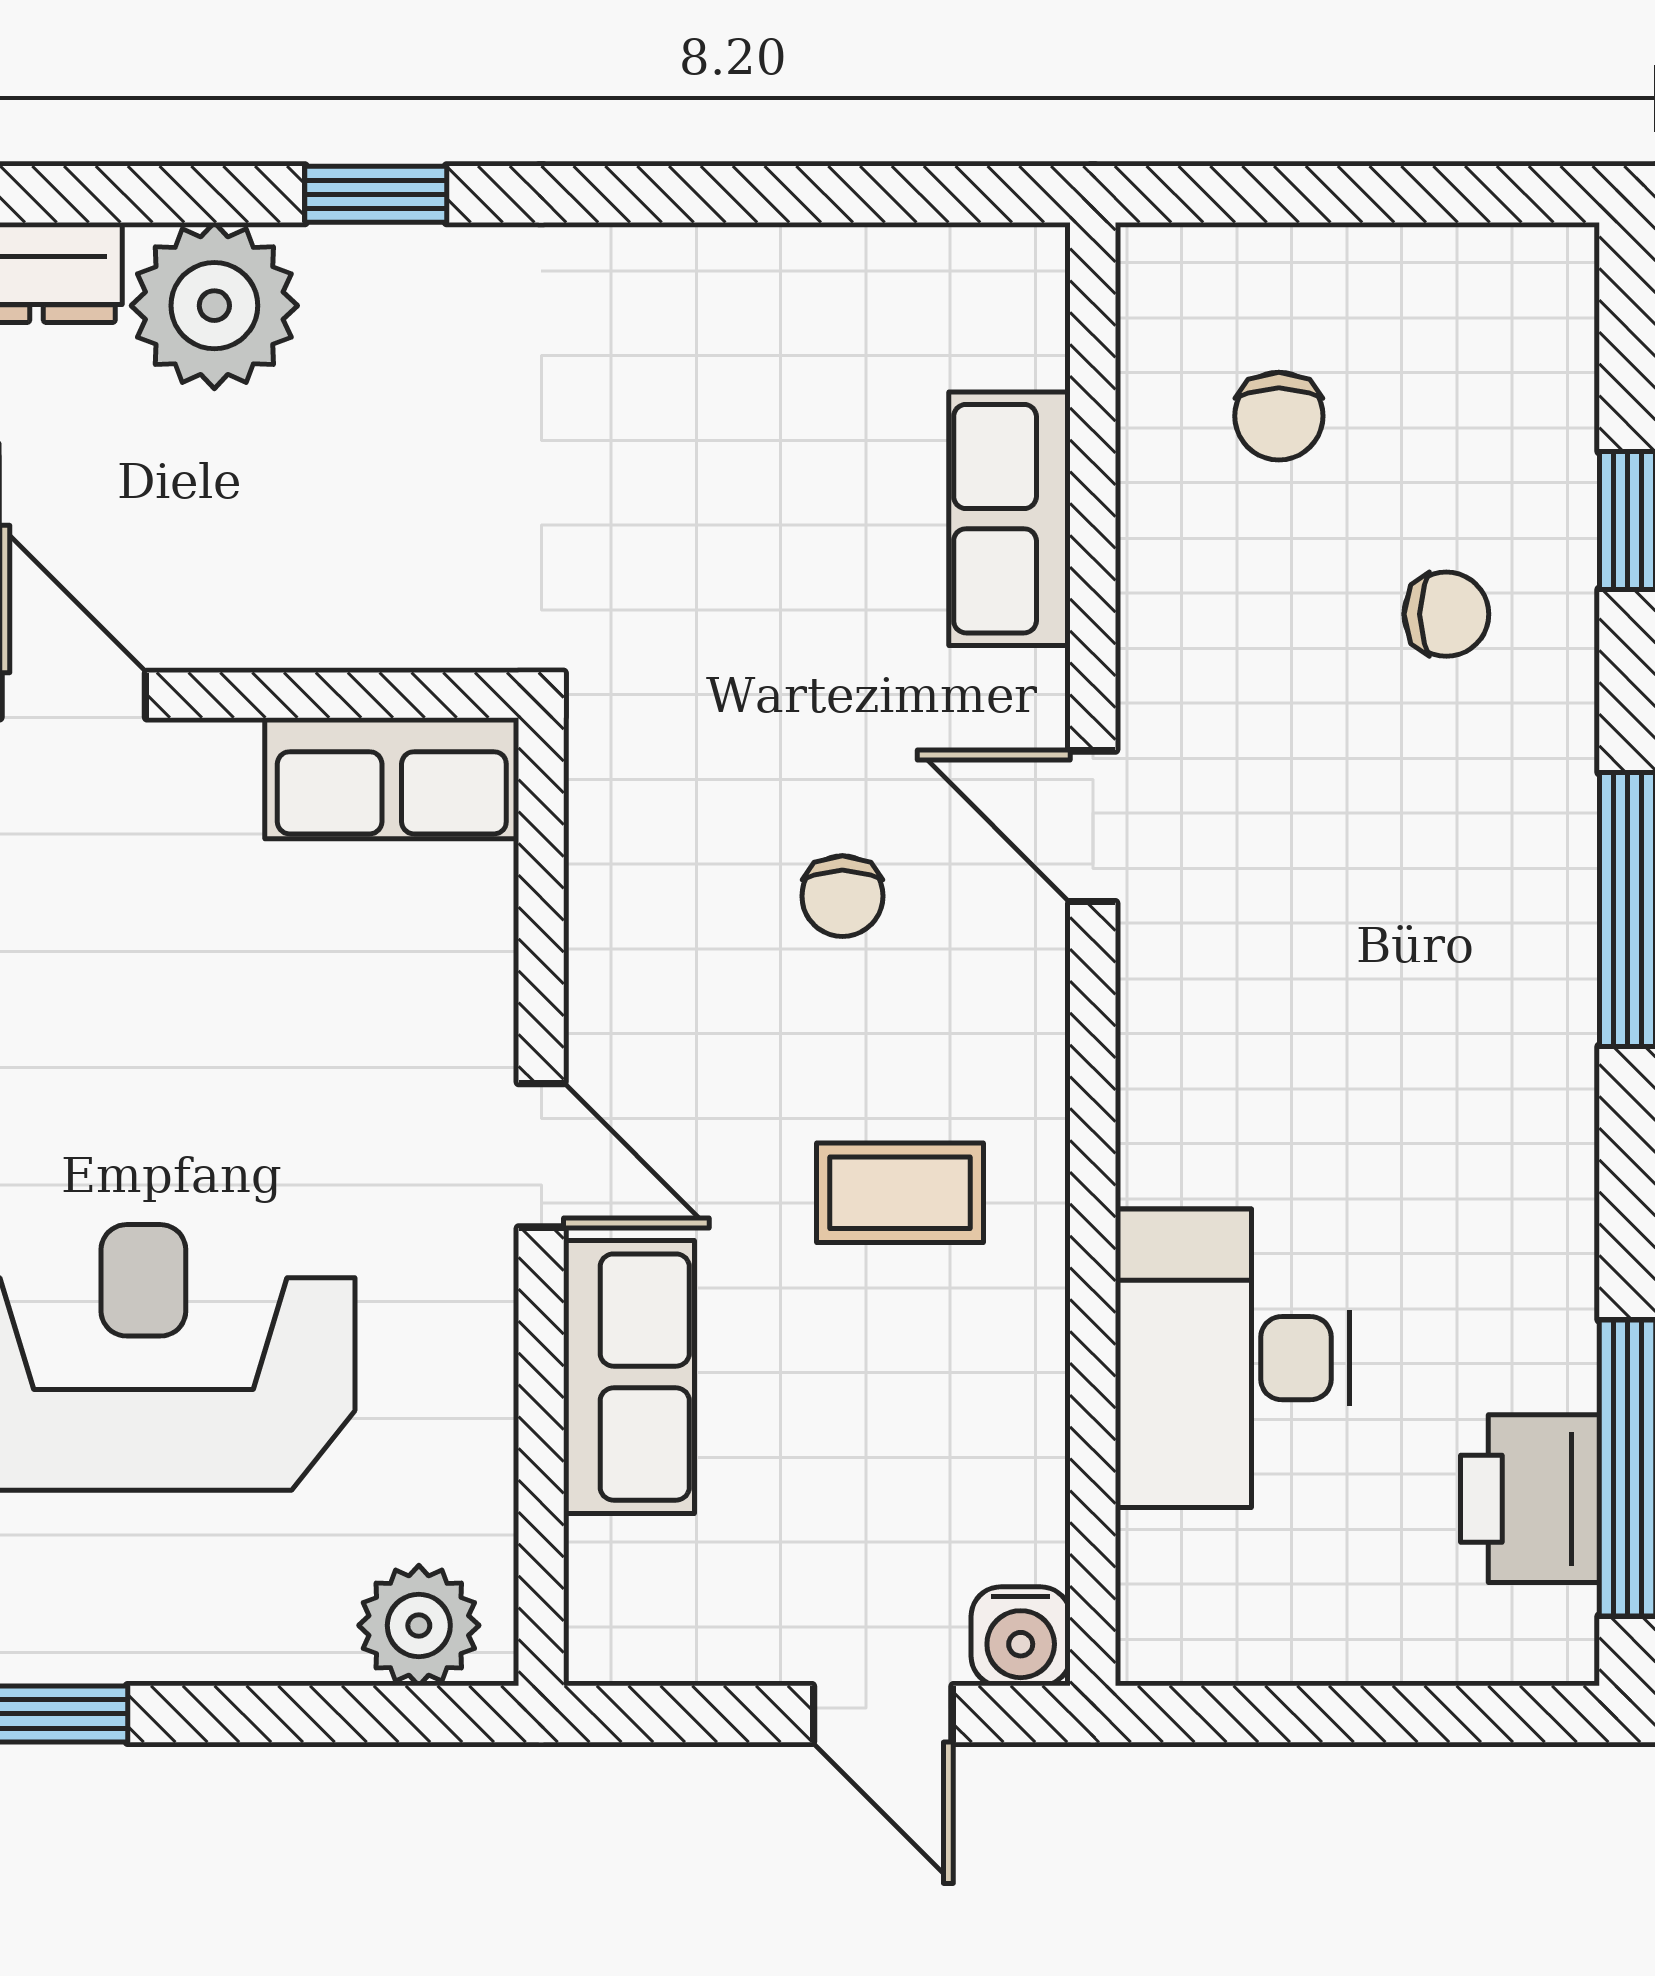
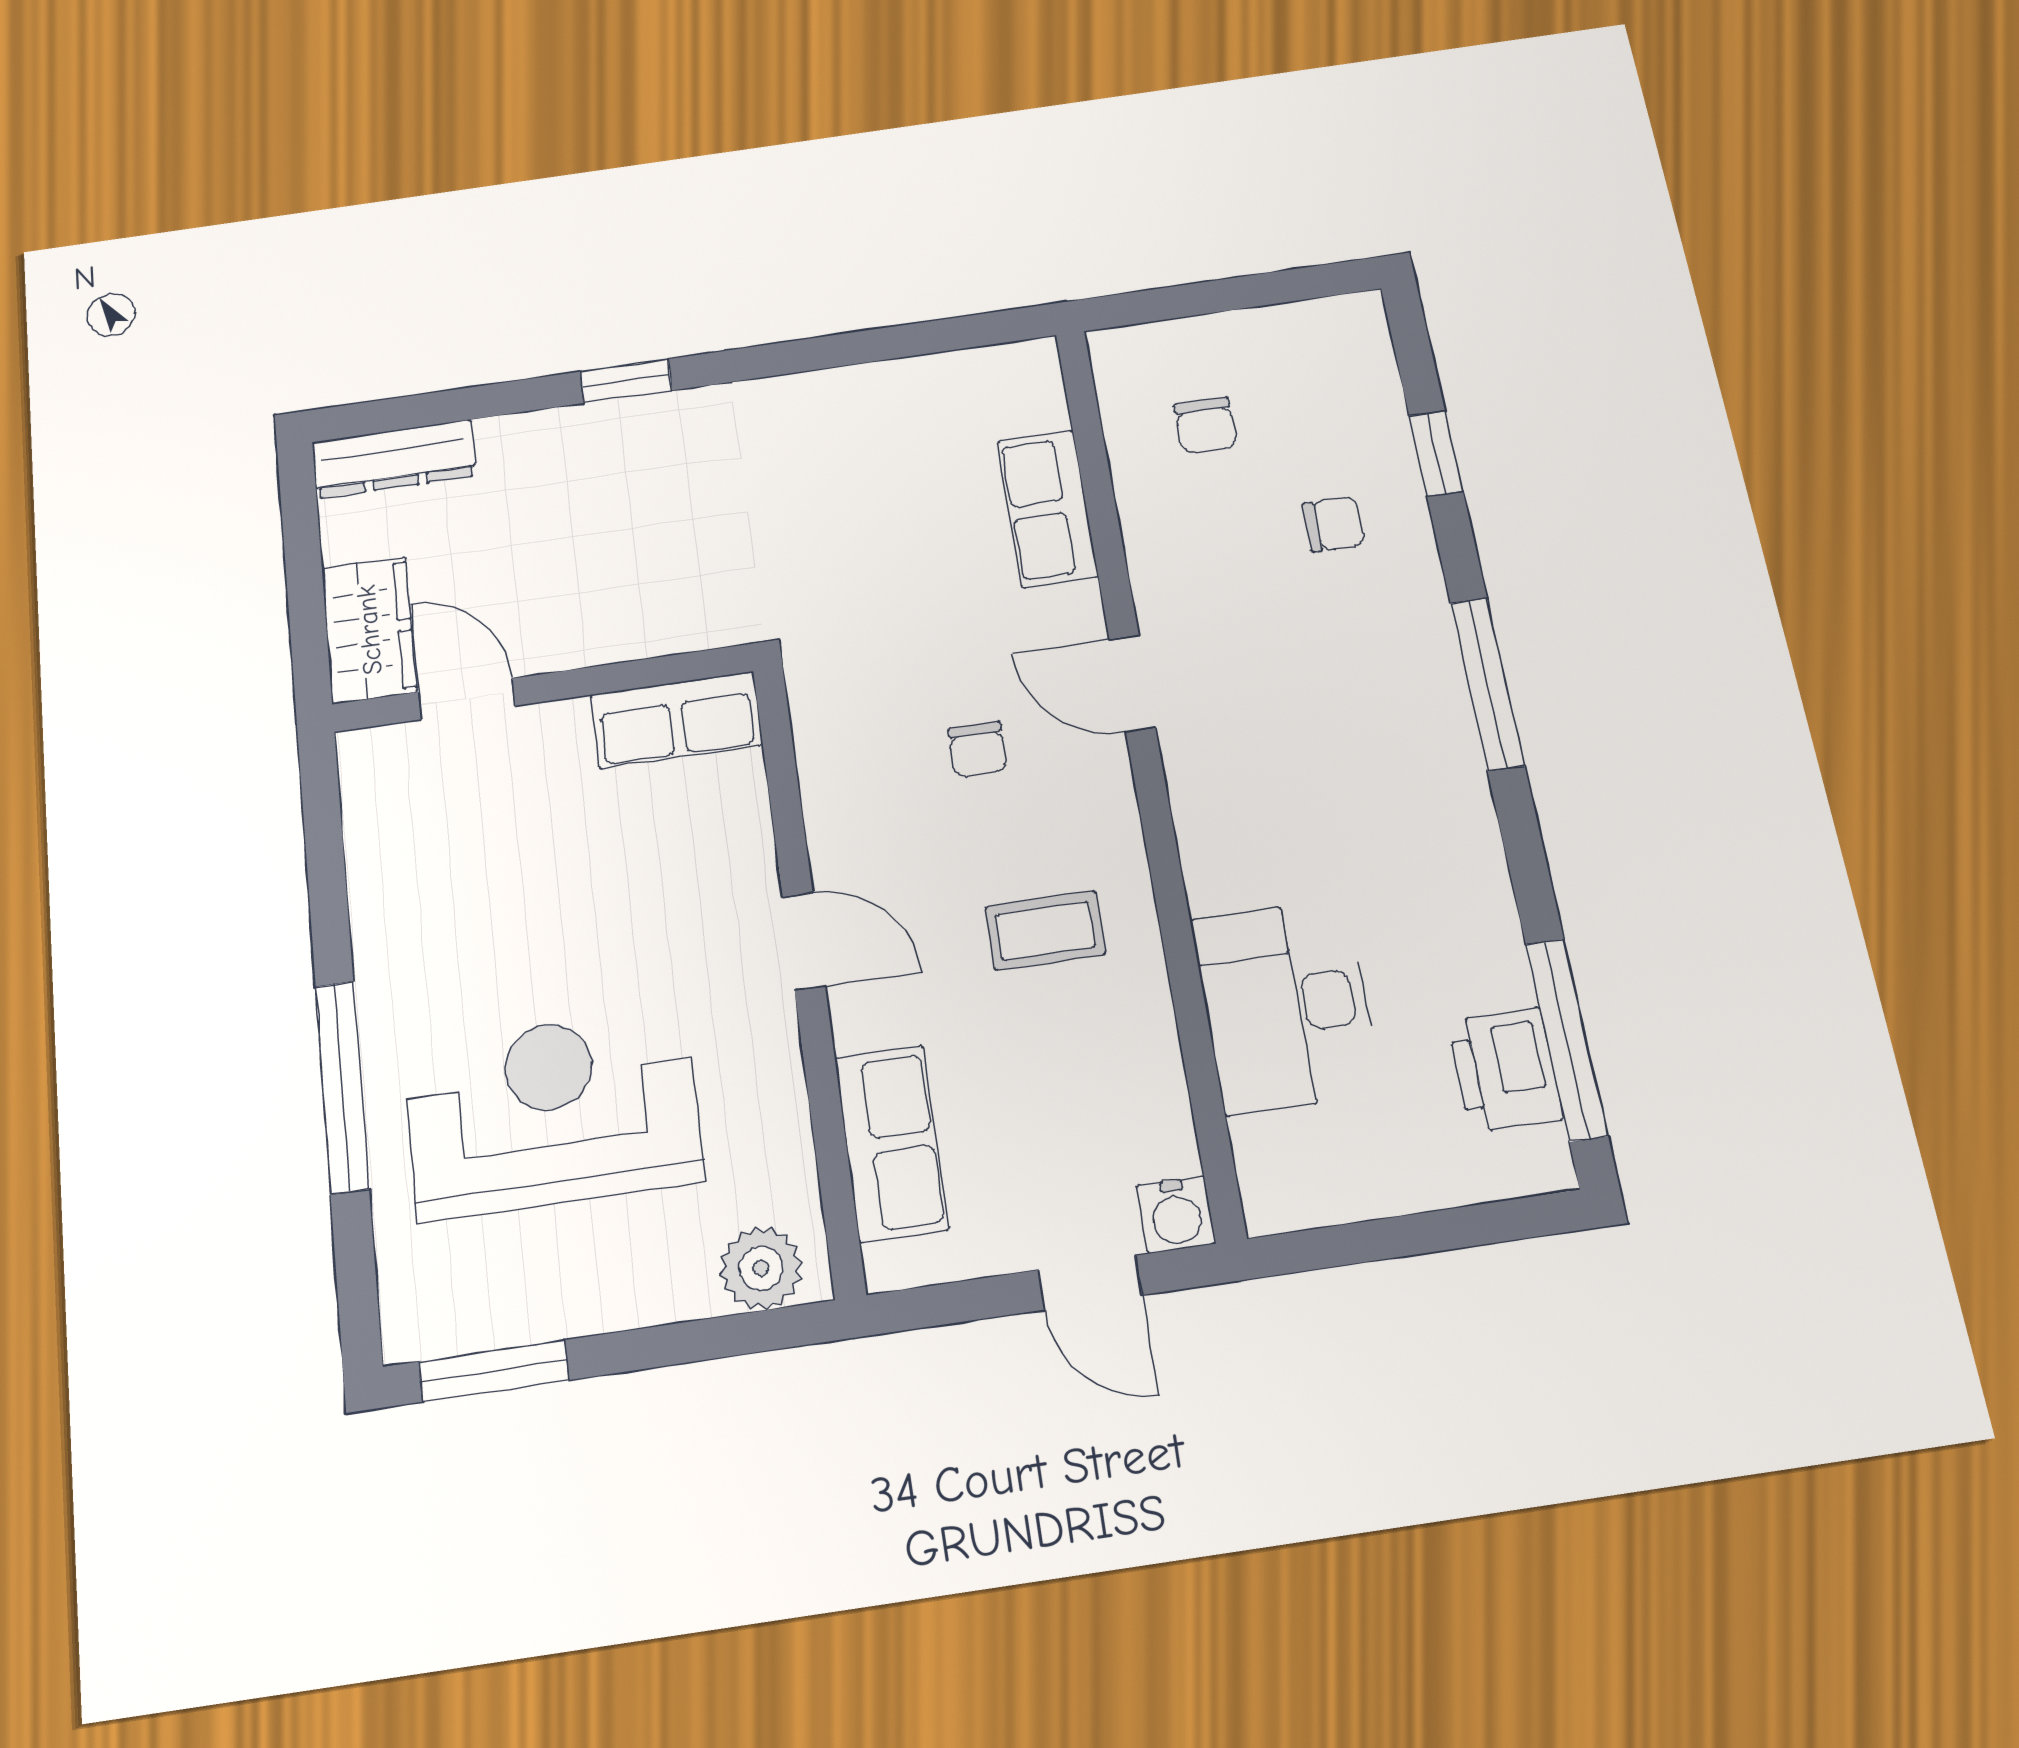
plant: (214, 306) -> (533, 458), removed
row of seats: (629, 1377) -> (891, 1143), moved

